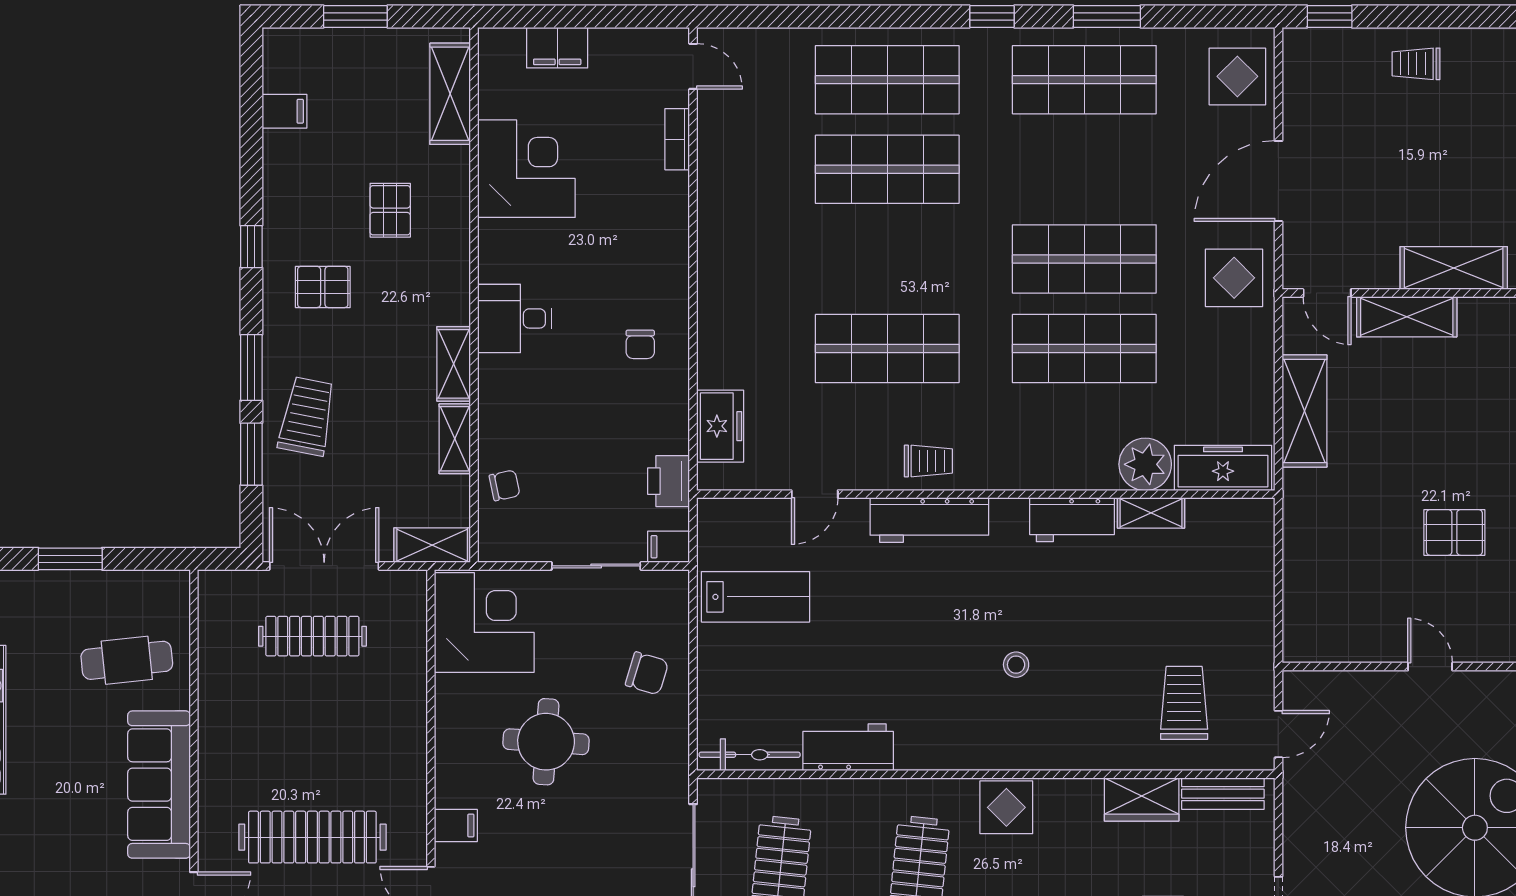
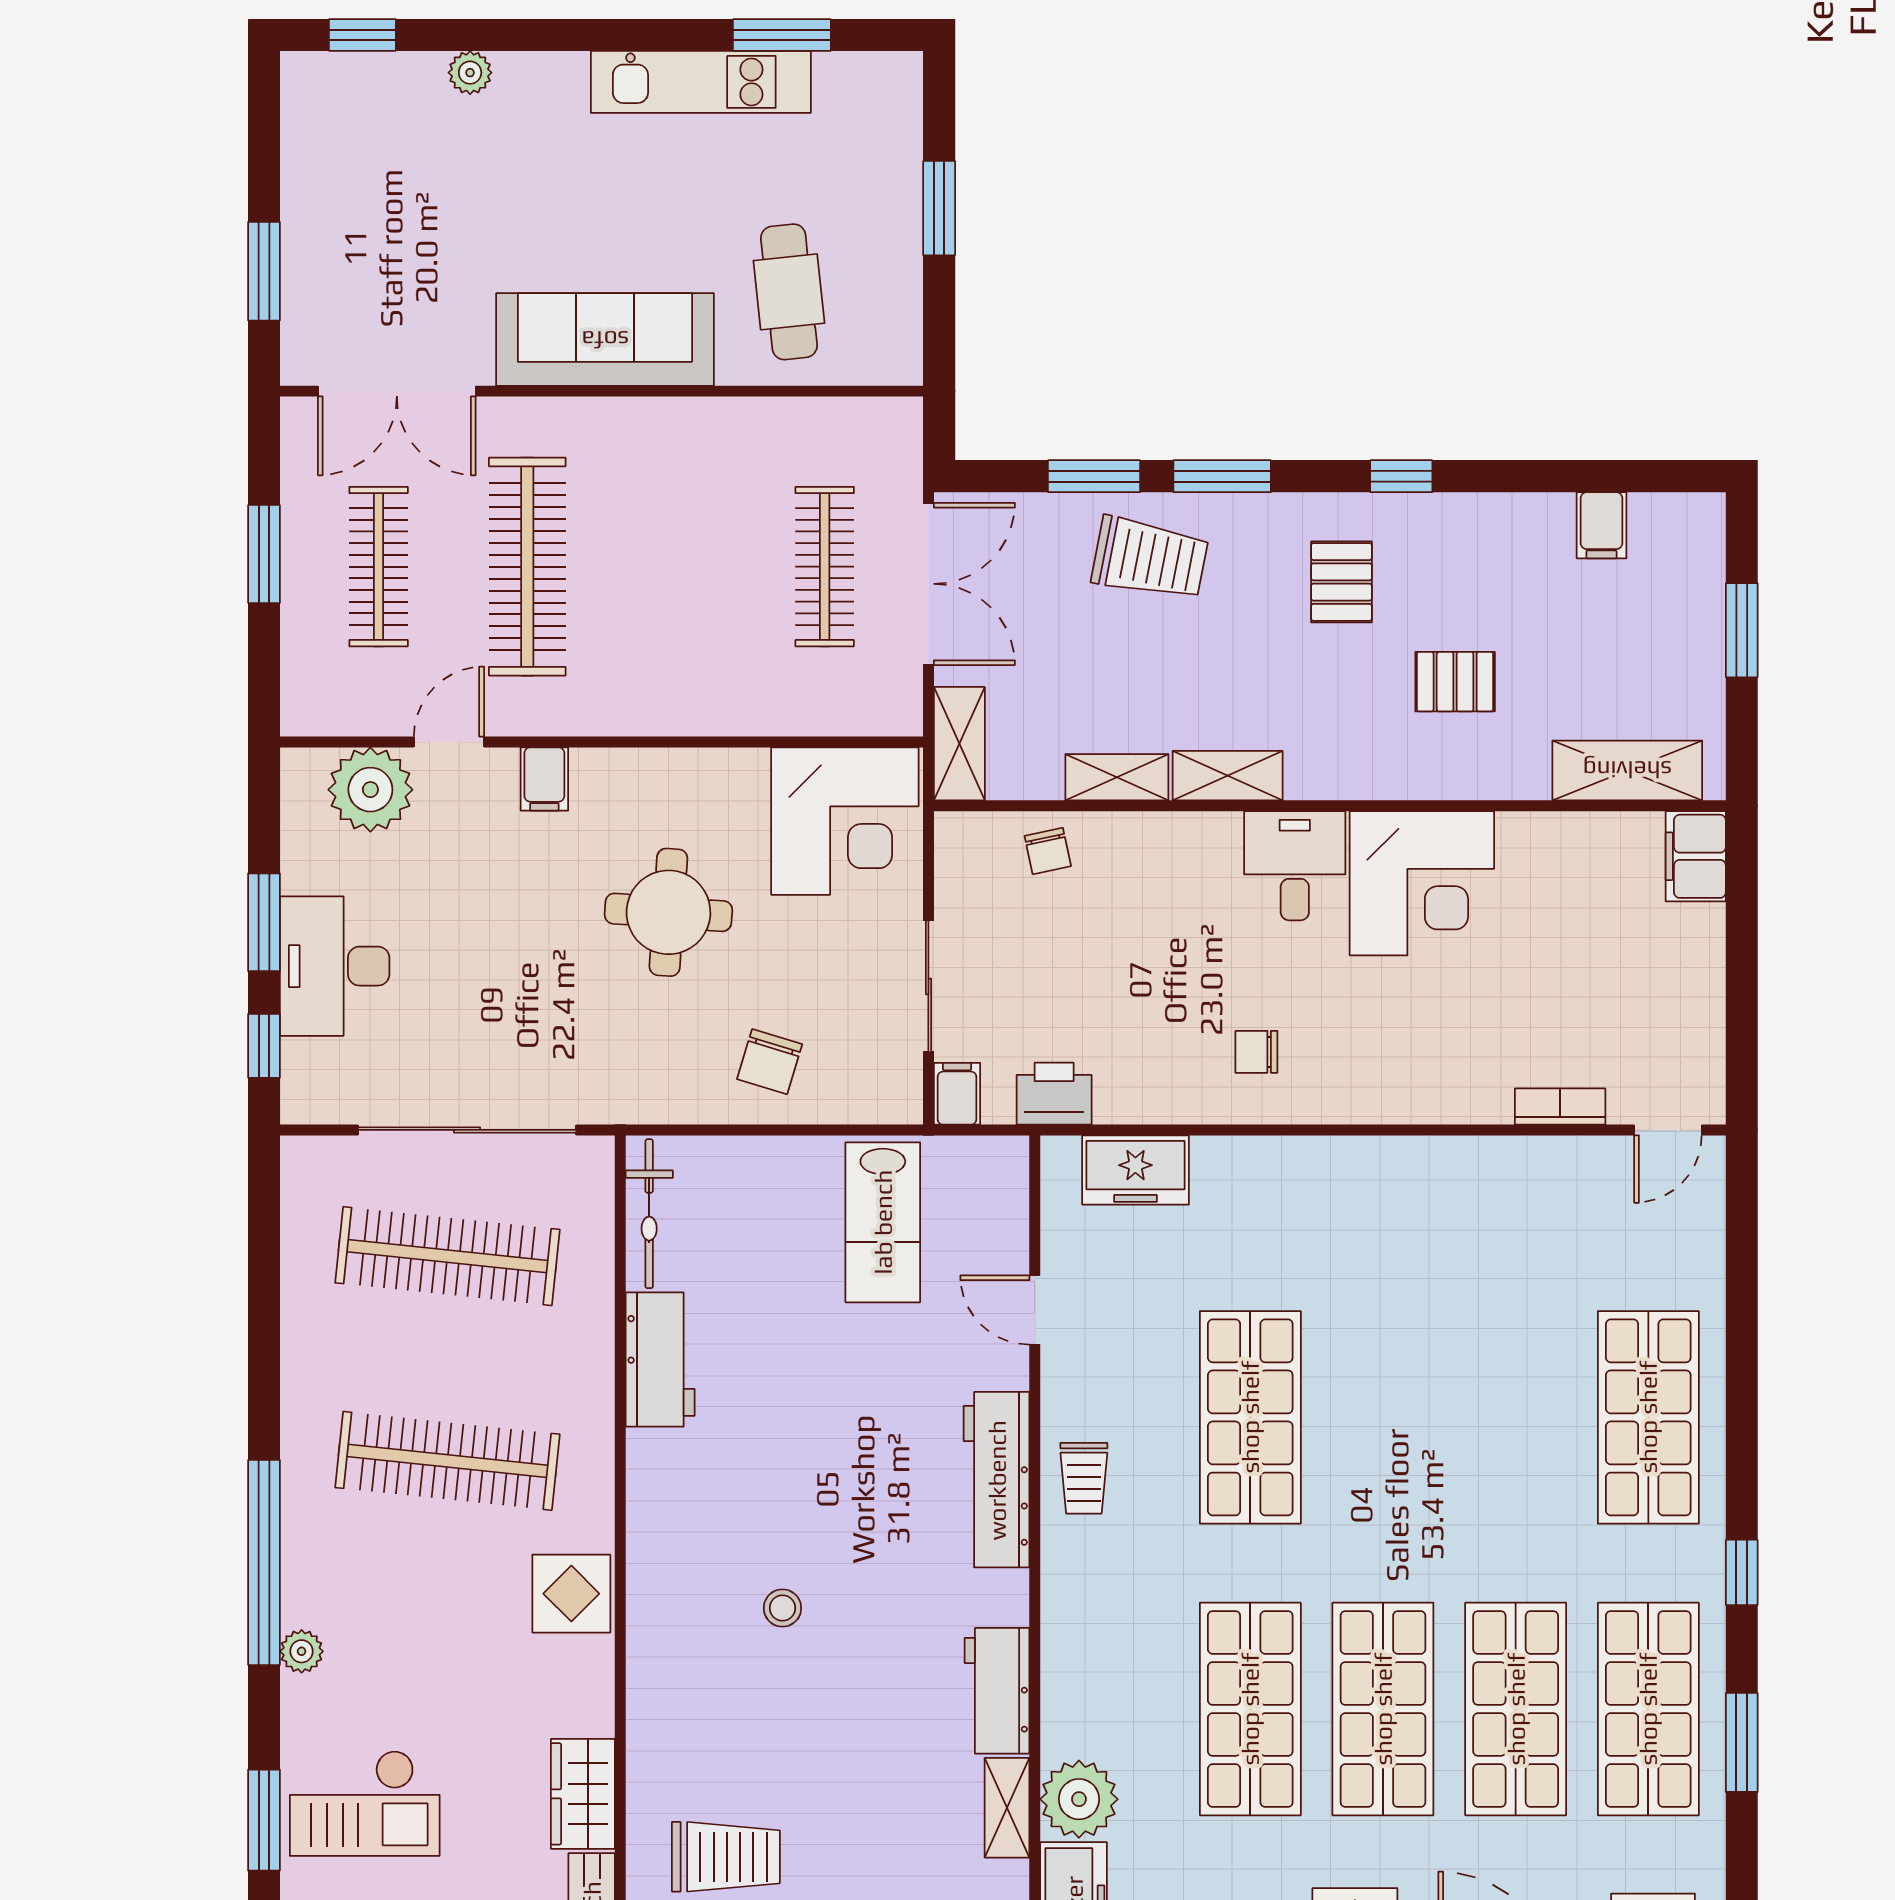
filing cabinet: (557, 48) -> (1696, 856), moved
corner desk: (526, 169) -> (1422, 883), moved
shop shelf: (887, 169) -> (1516, 1709), moved

